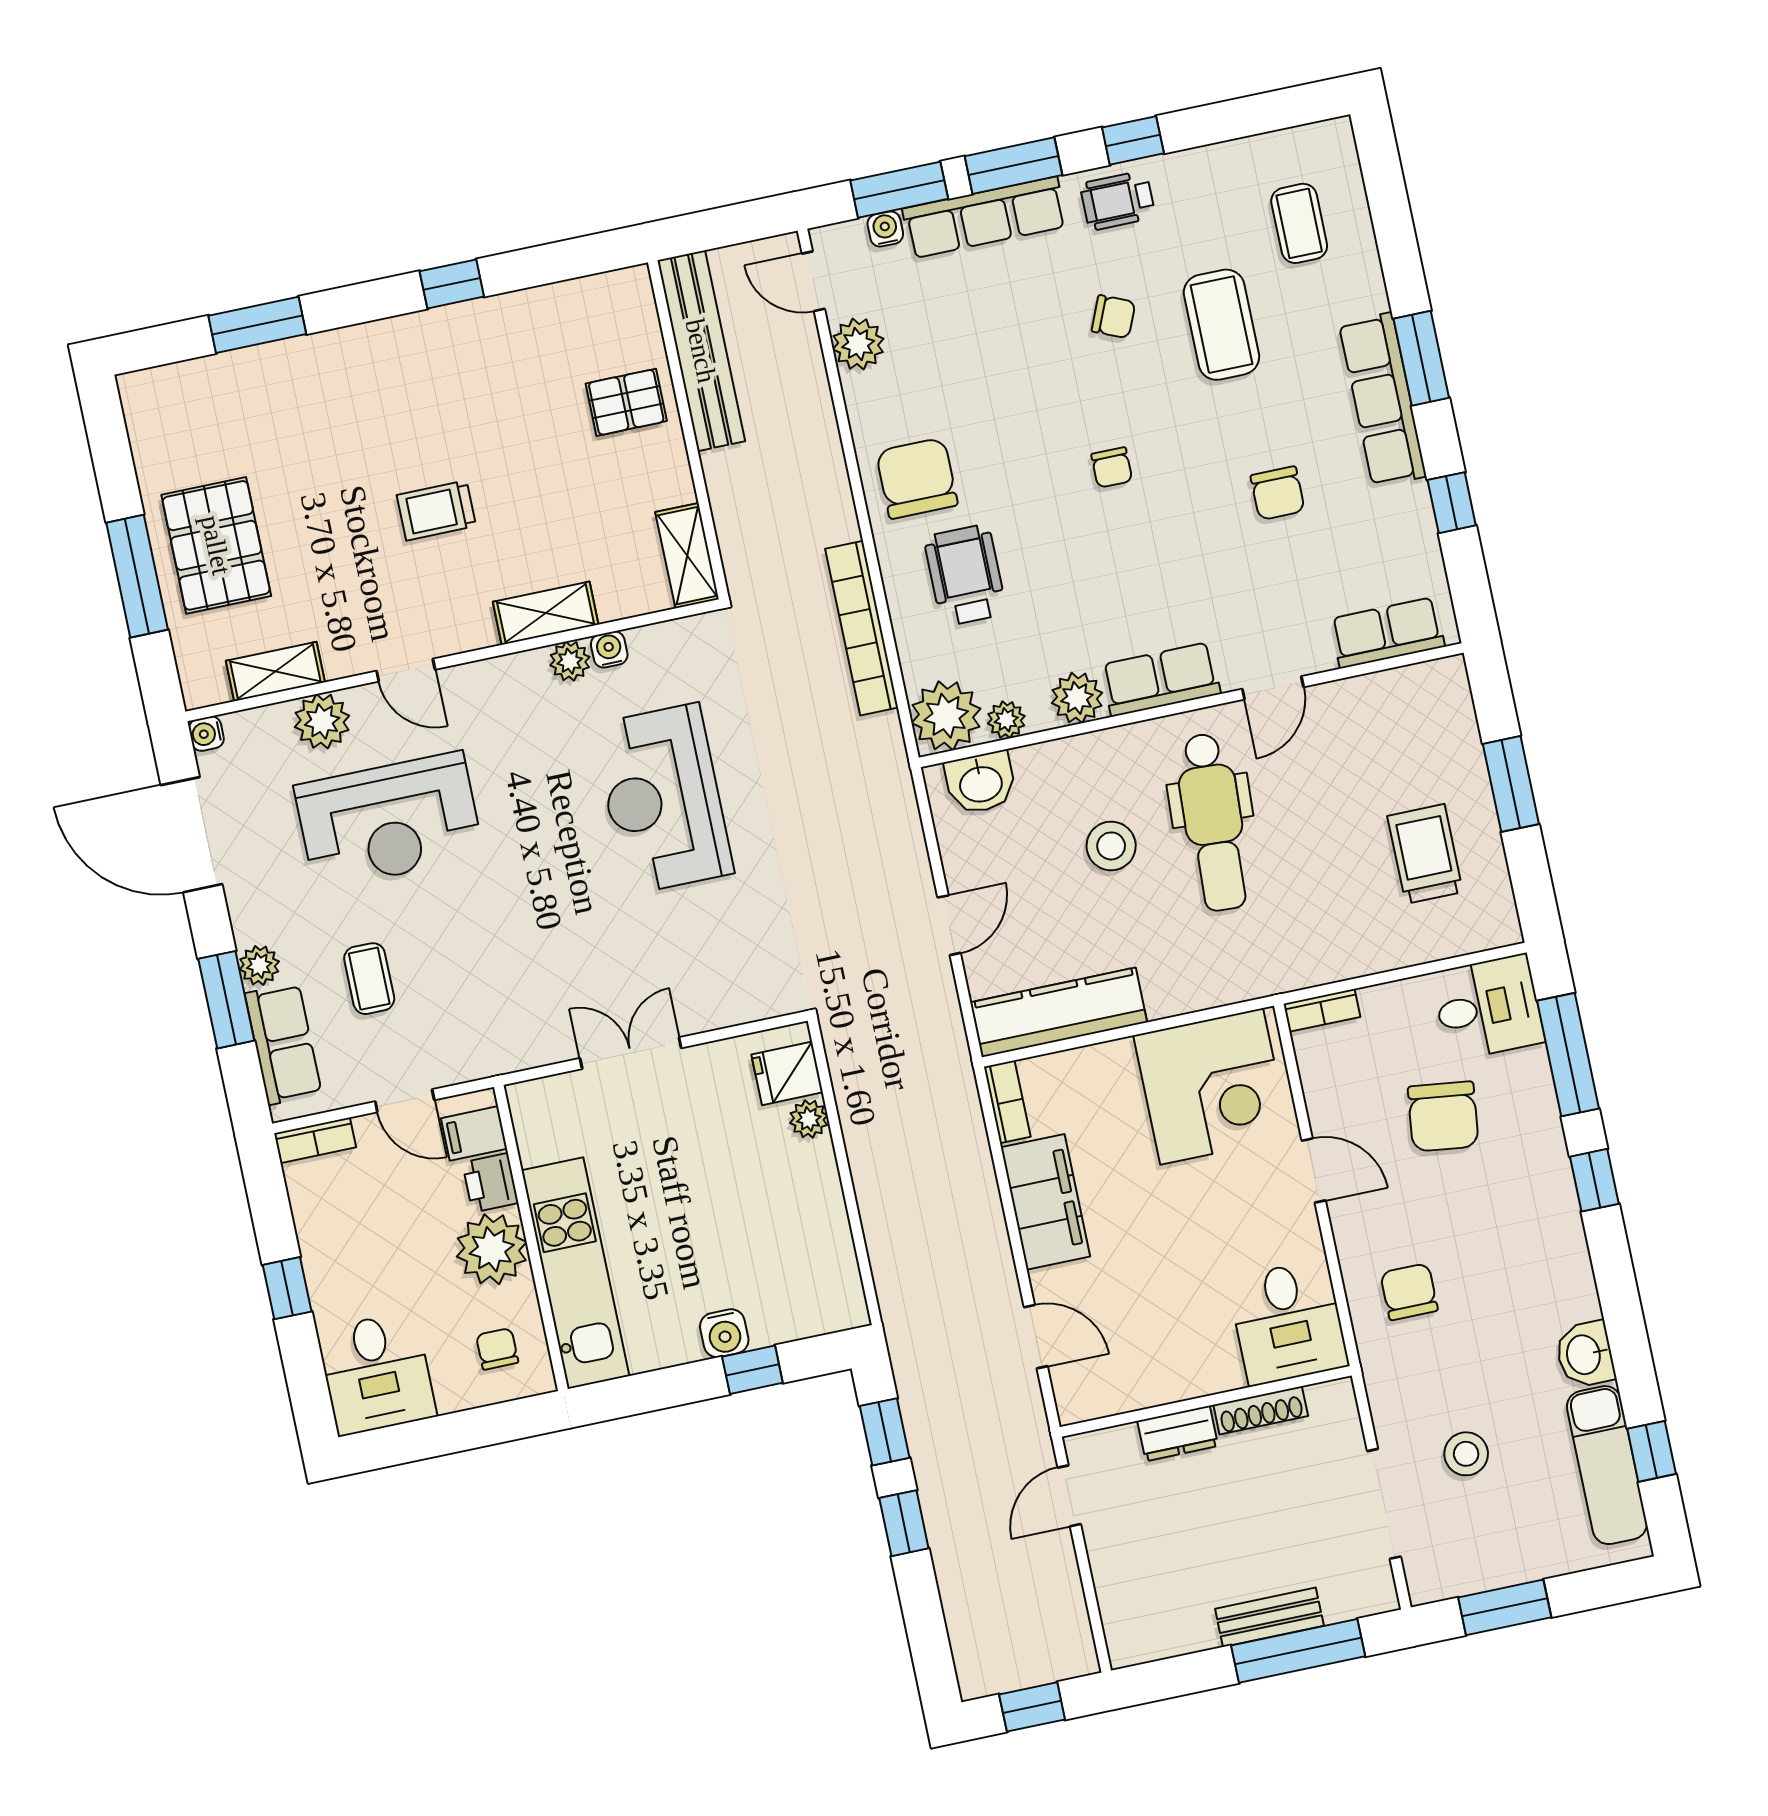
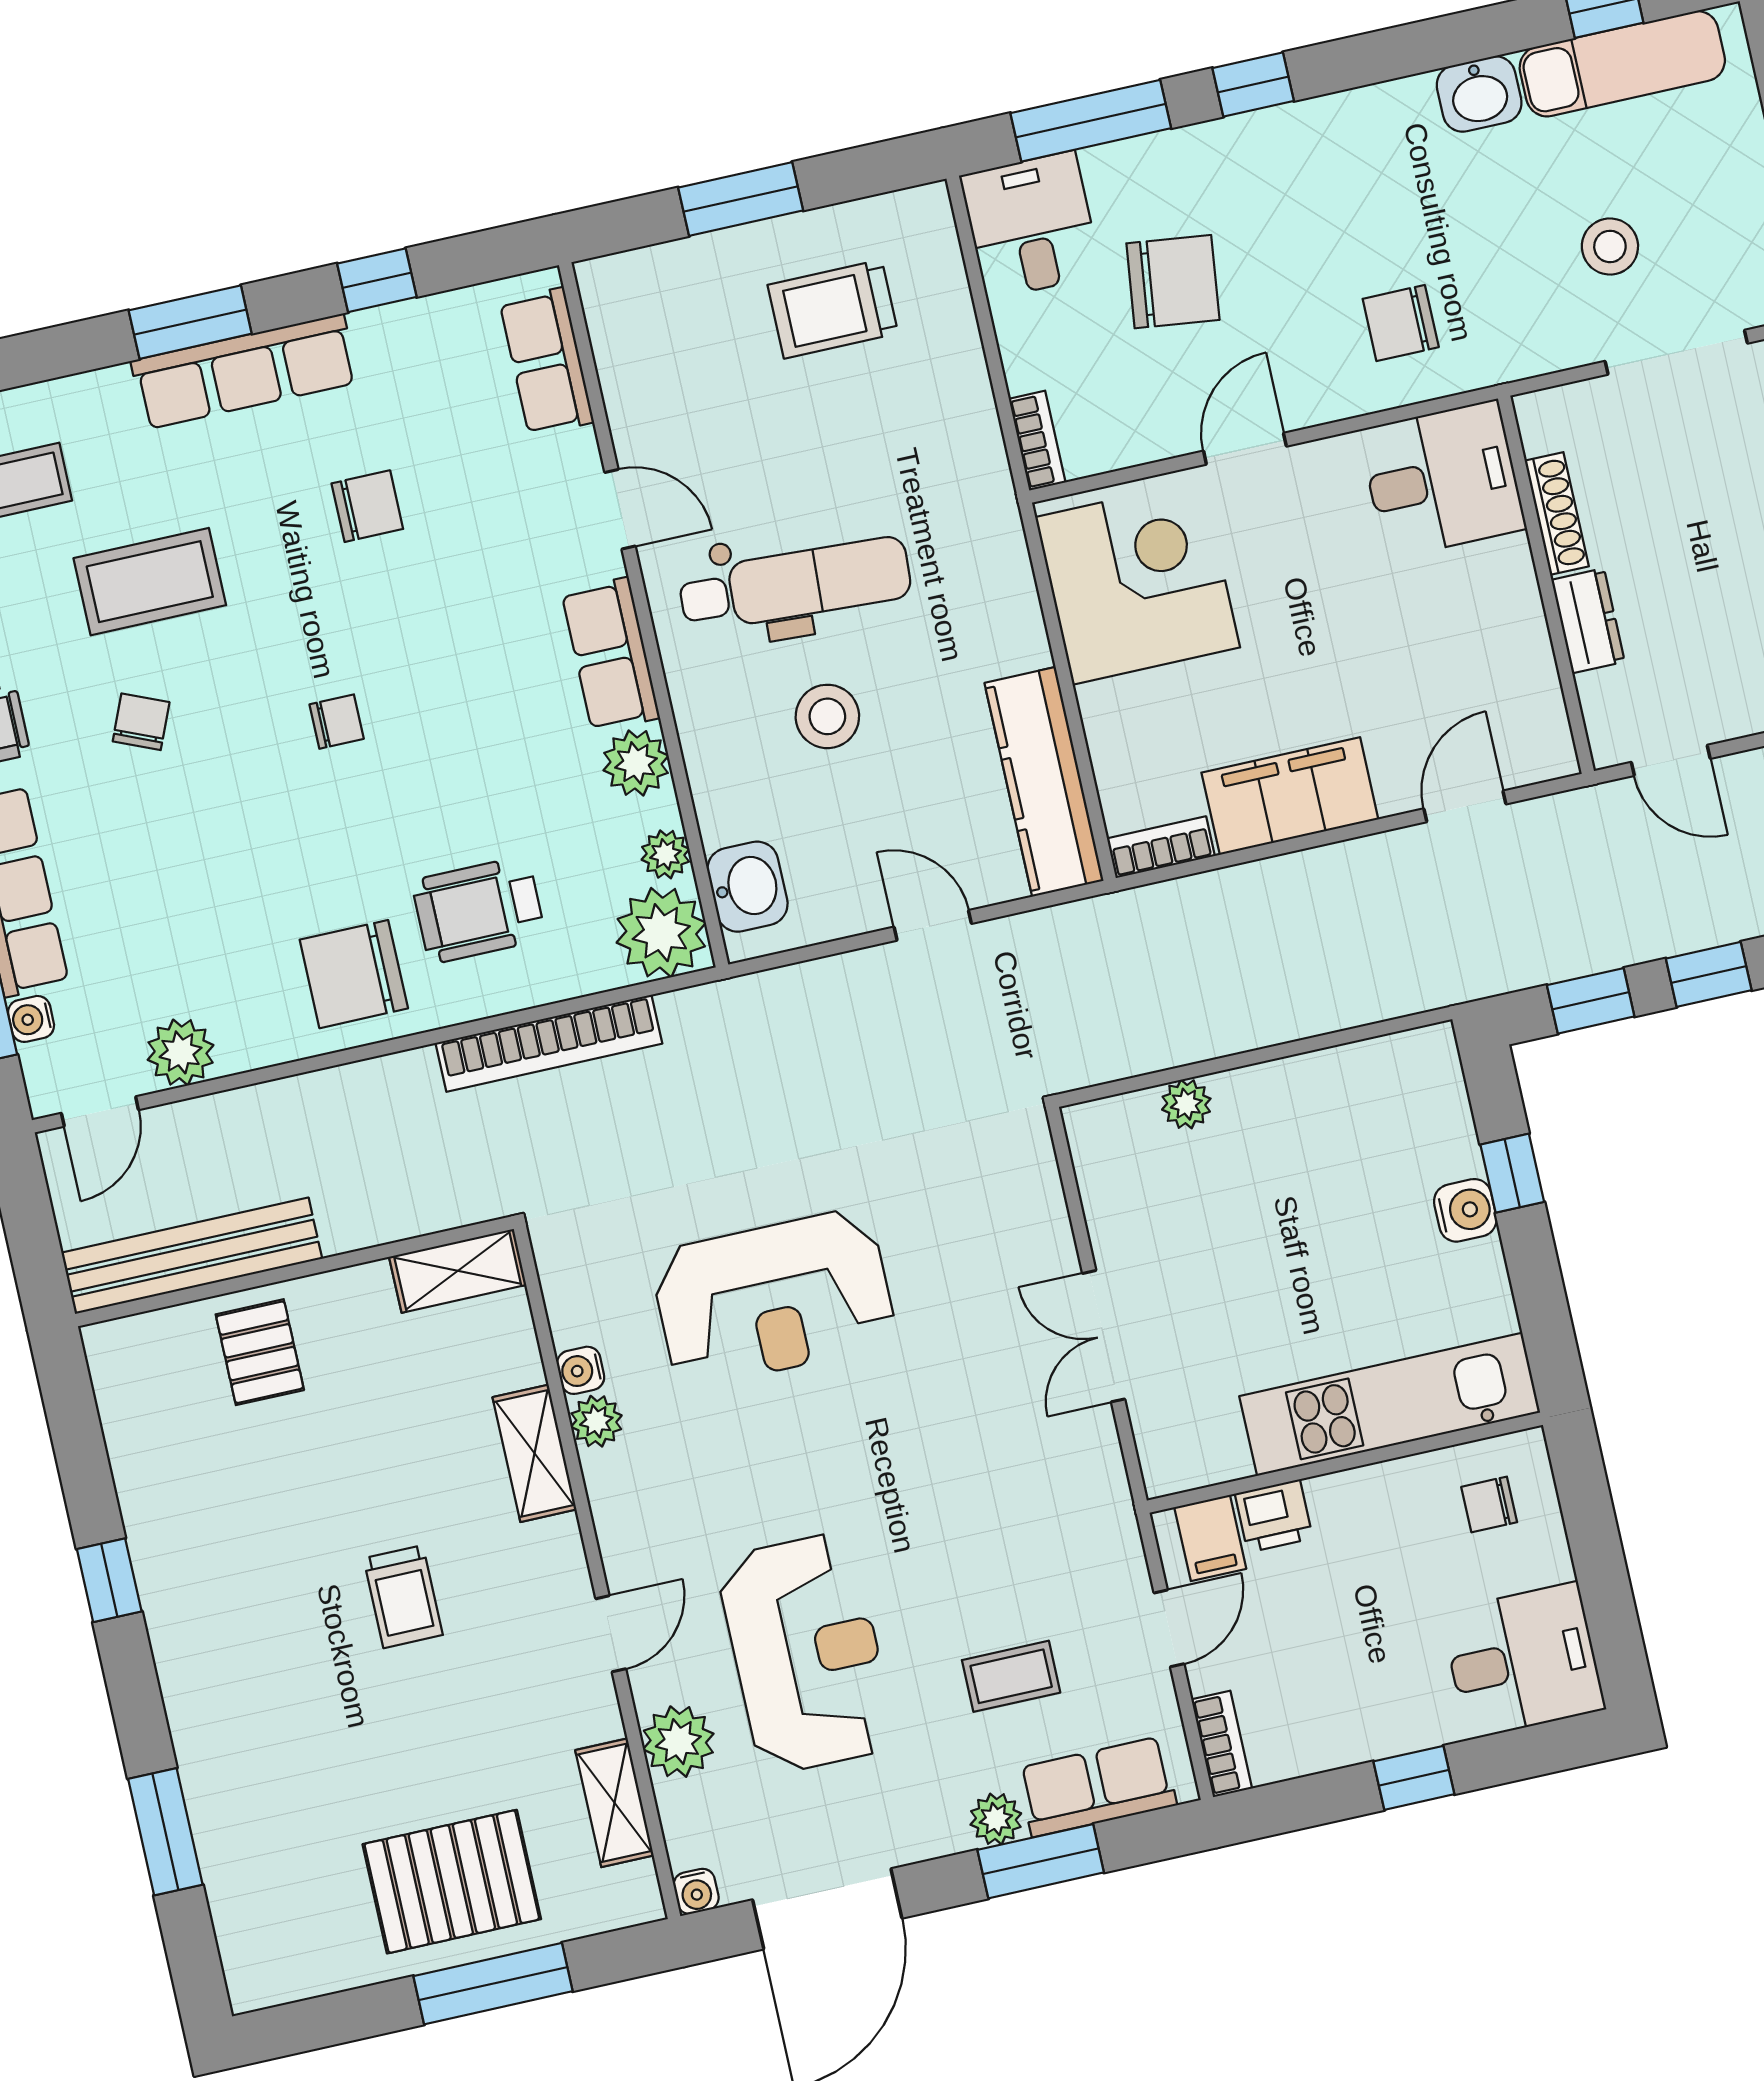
fridge: (787, 1073) -> (1127, 1133), removed
plant: (492, 1249) -> (1360, 1513), removed

